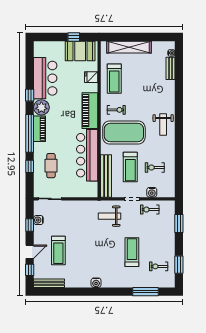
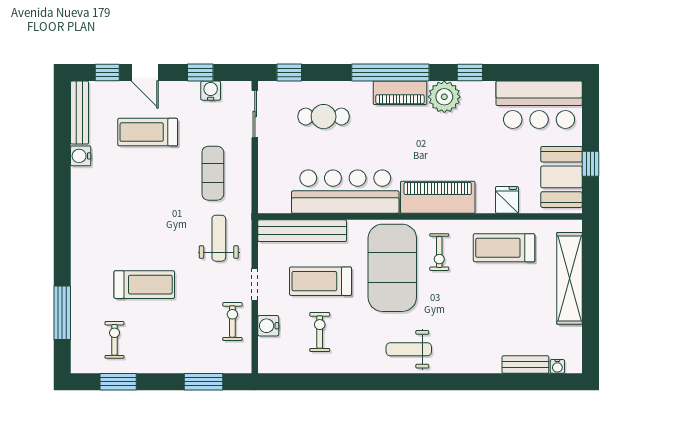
bar counter: (45, 78) -> (539, 105), moved
window: (30, 166) -> (289, 72), moved
exercise mat: (78, 219) -> (213, 173), added
water cooler: (96, 283) -> (81, 156), moved

